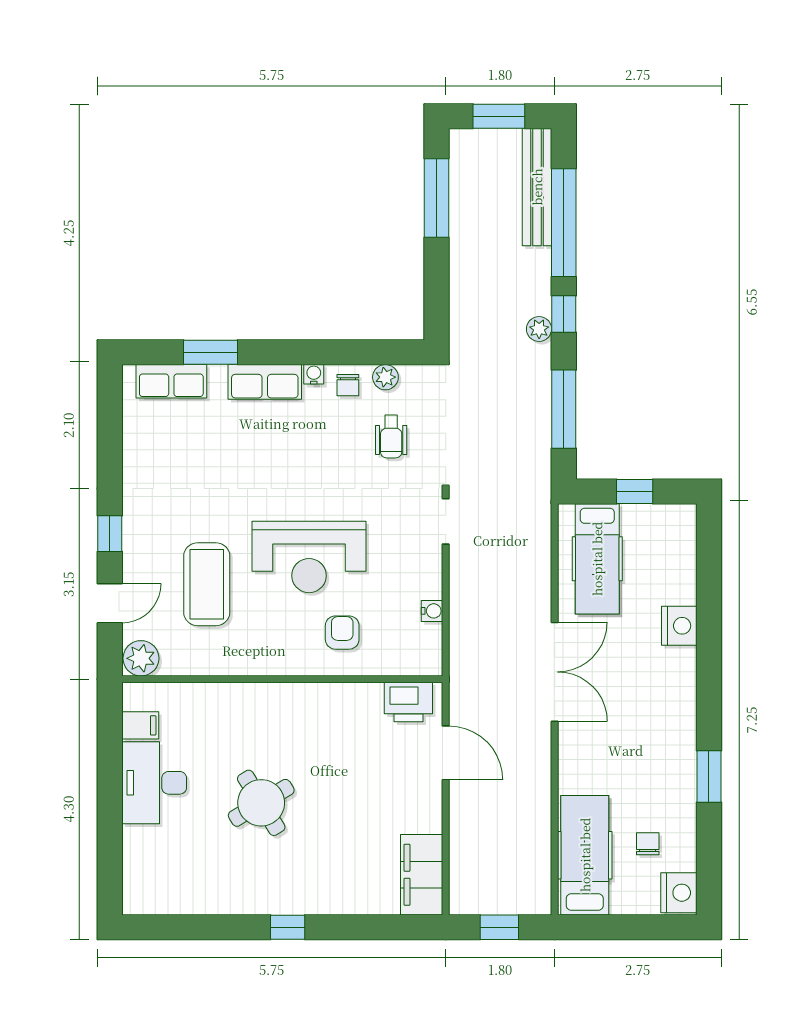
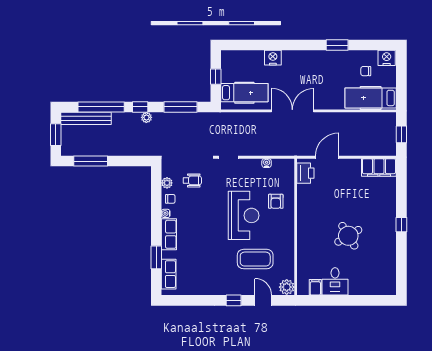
armchair: (342, 633) -> (276, 201), turned -90
desk: (154, 783) -> (335, 281), width x0.73

